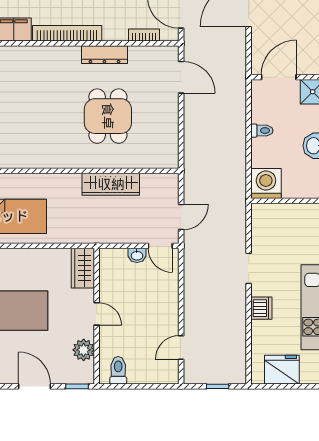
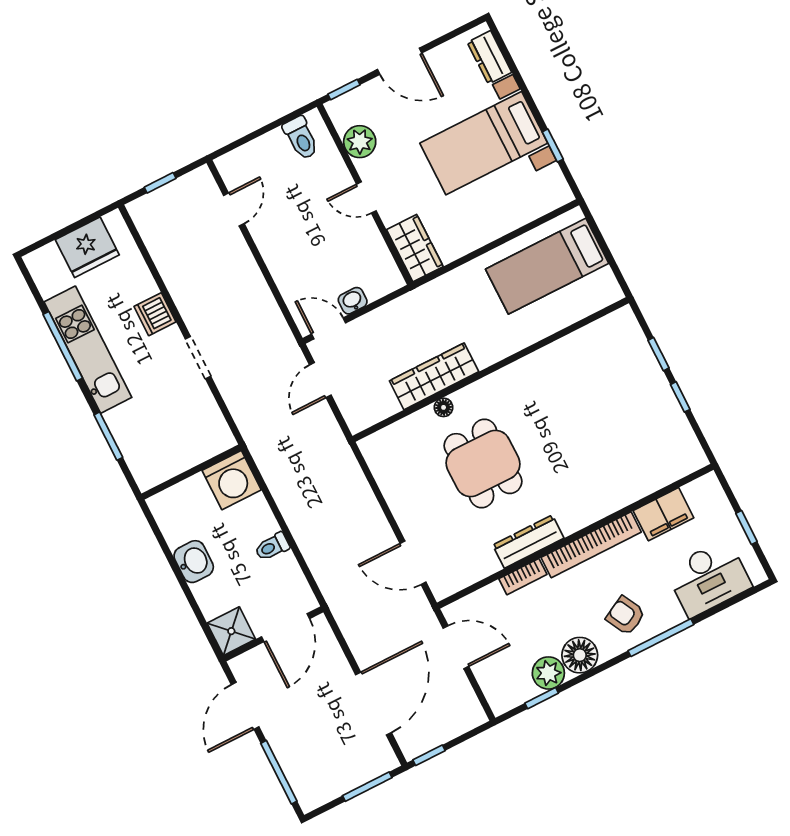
bookcase: (144, 35) -> (523, 577), moved
floor lamp: (115, 162) -> (444, 407), added

